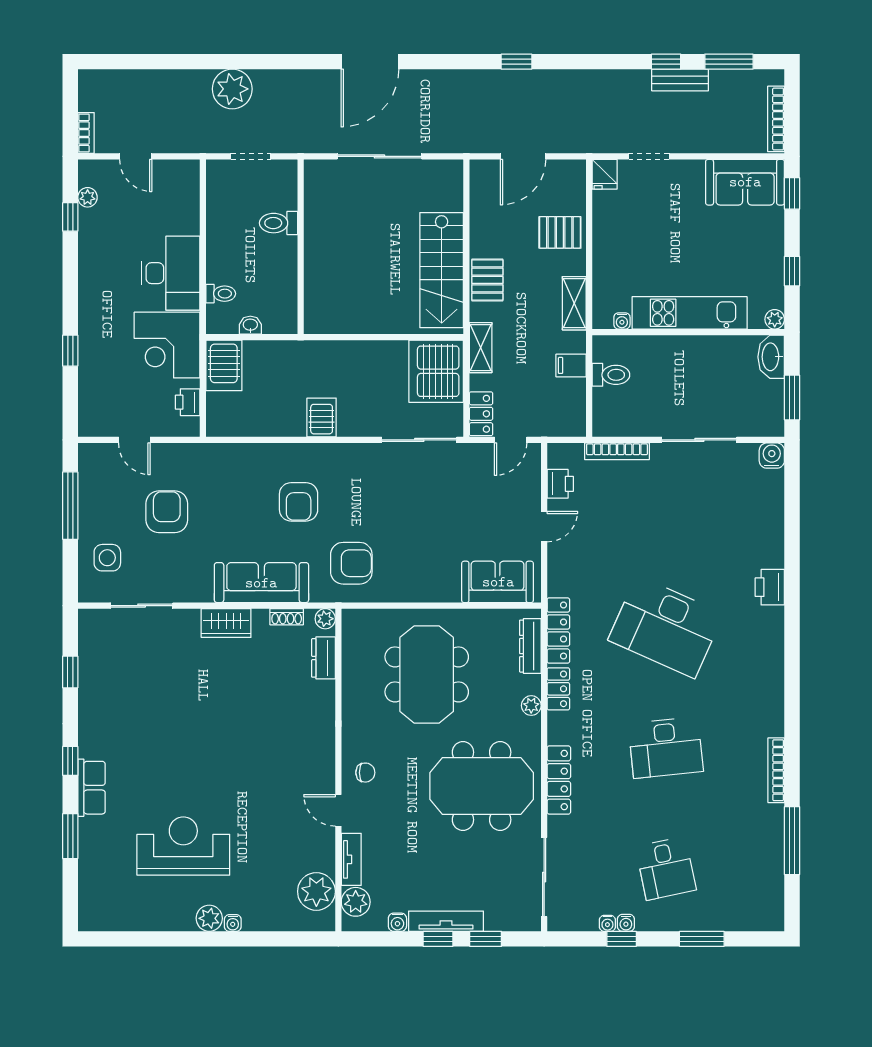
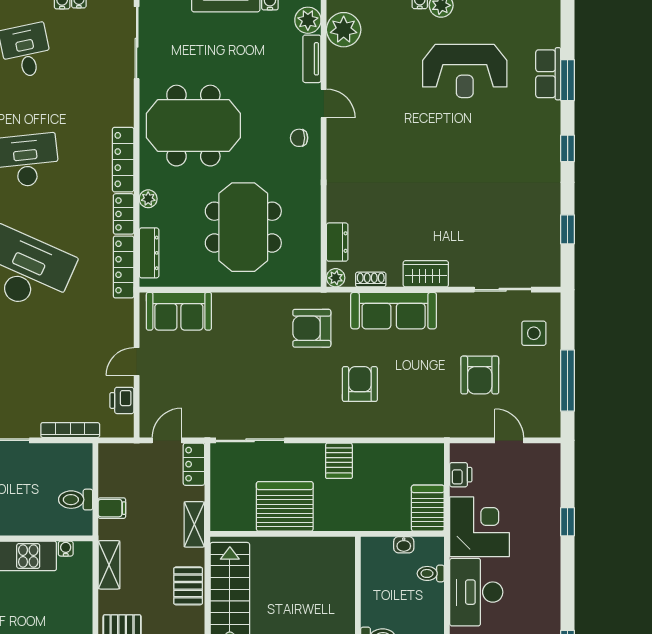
server rack: (436, 371) -> (285, 506), moved, turned -90
locker: (559, 780) -> (123, 160), moved
row of seats: (91, 788) -> (548, 74), moved

